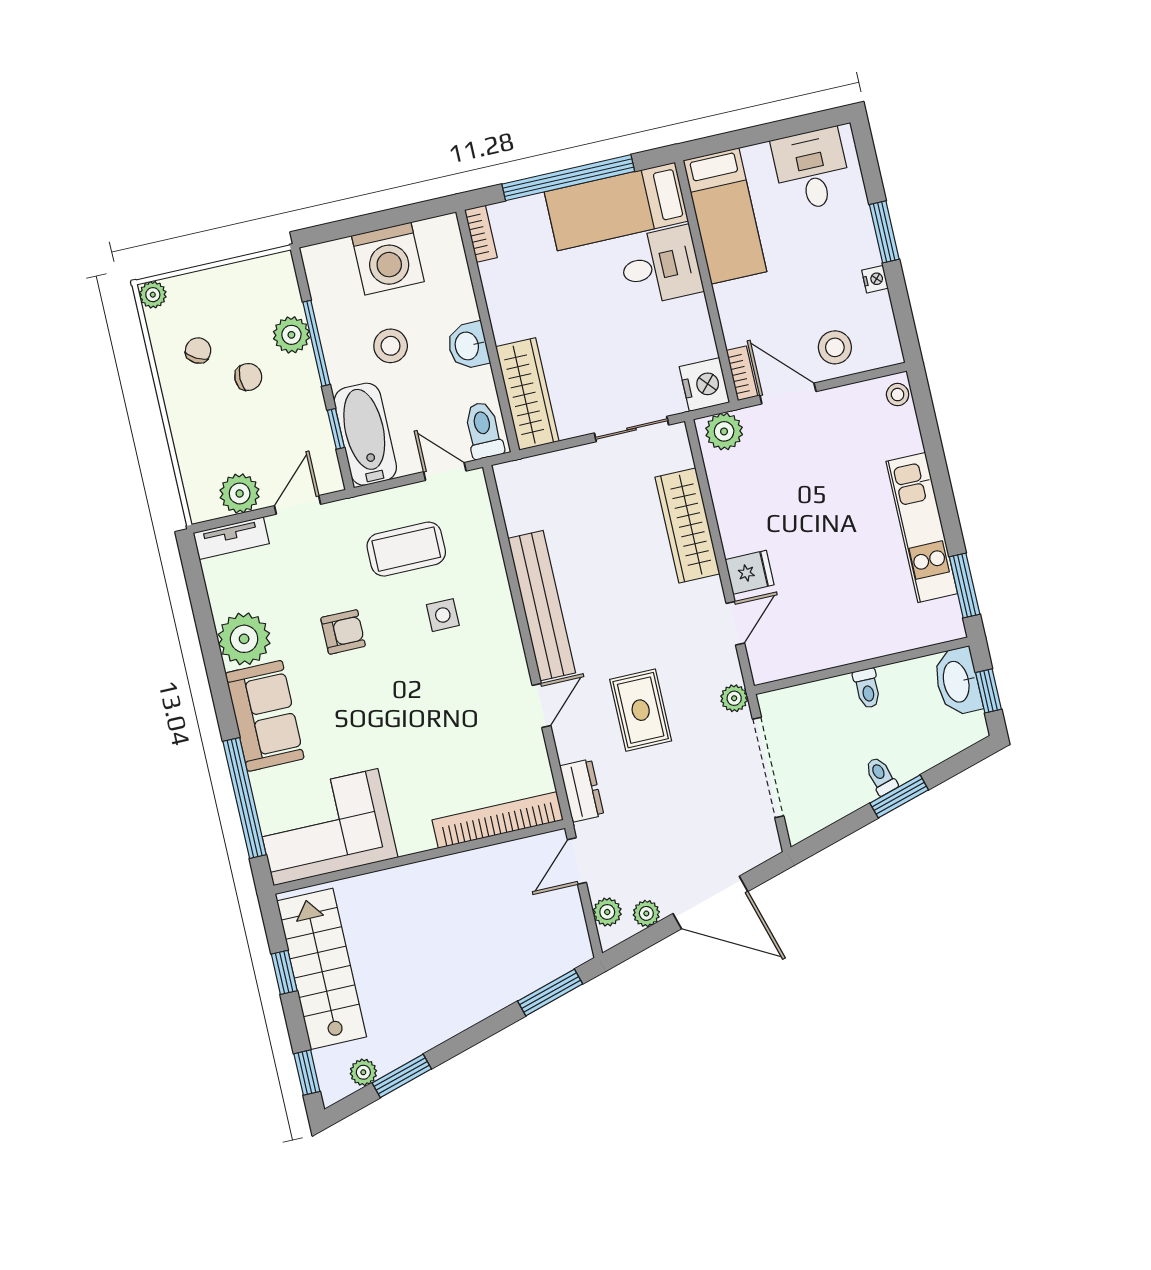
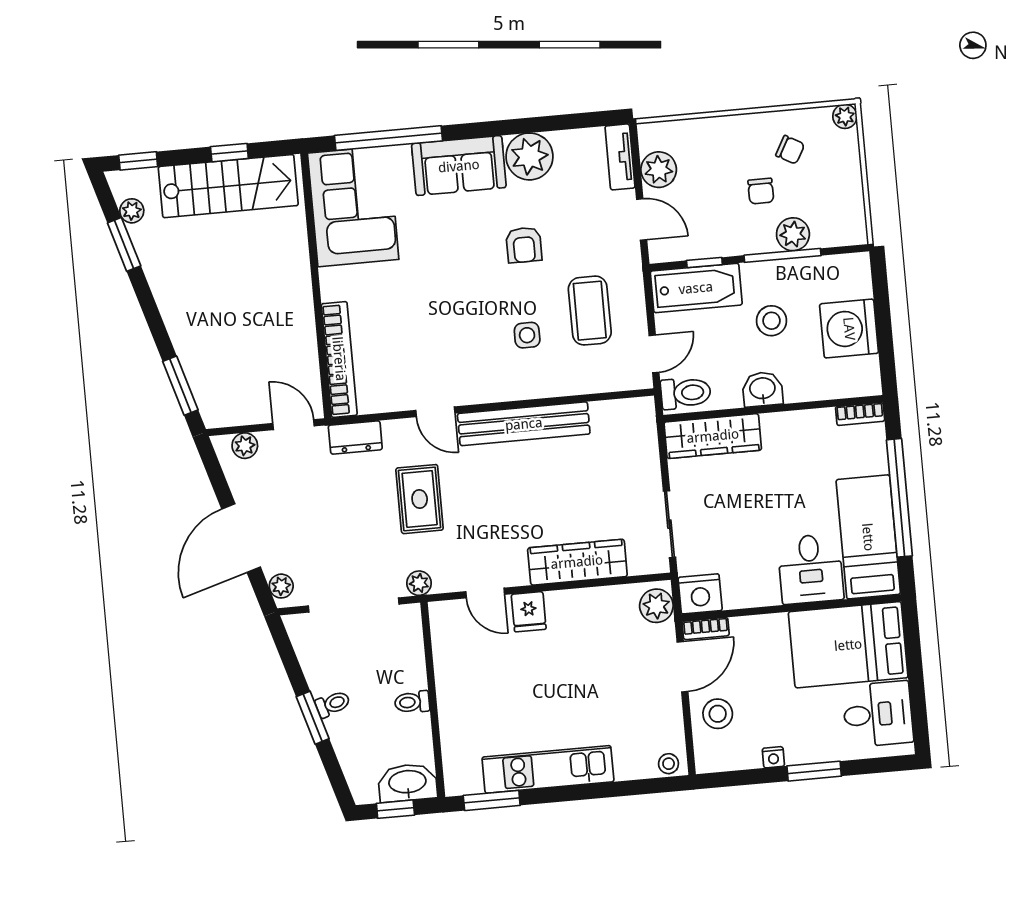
bed: (725, 216) -> (848, 645), width x1.50
rug: (641, 710) -> (420, 499), turned 90
plant: (646, 913) -> (281, 586), moved

